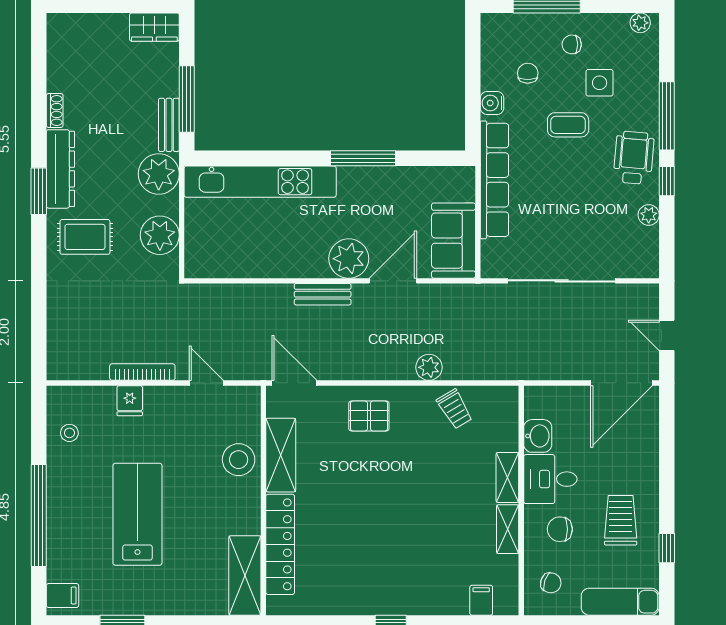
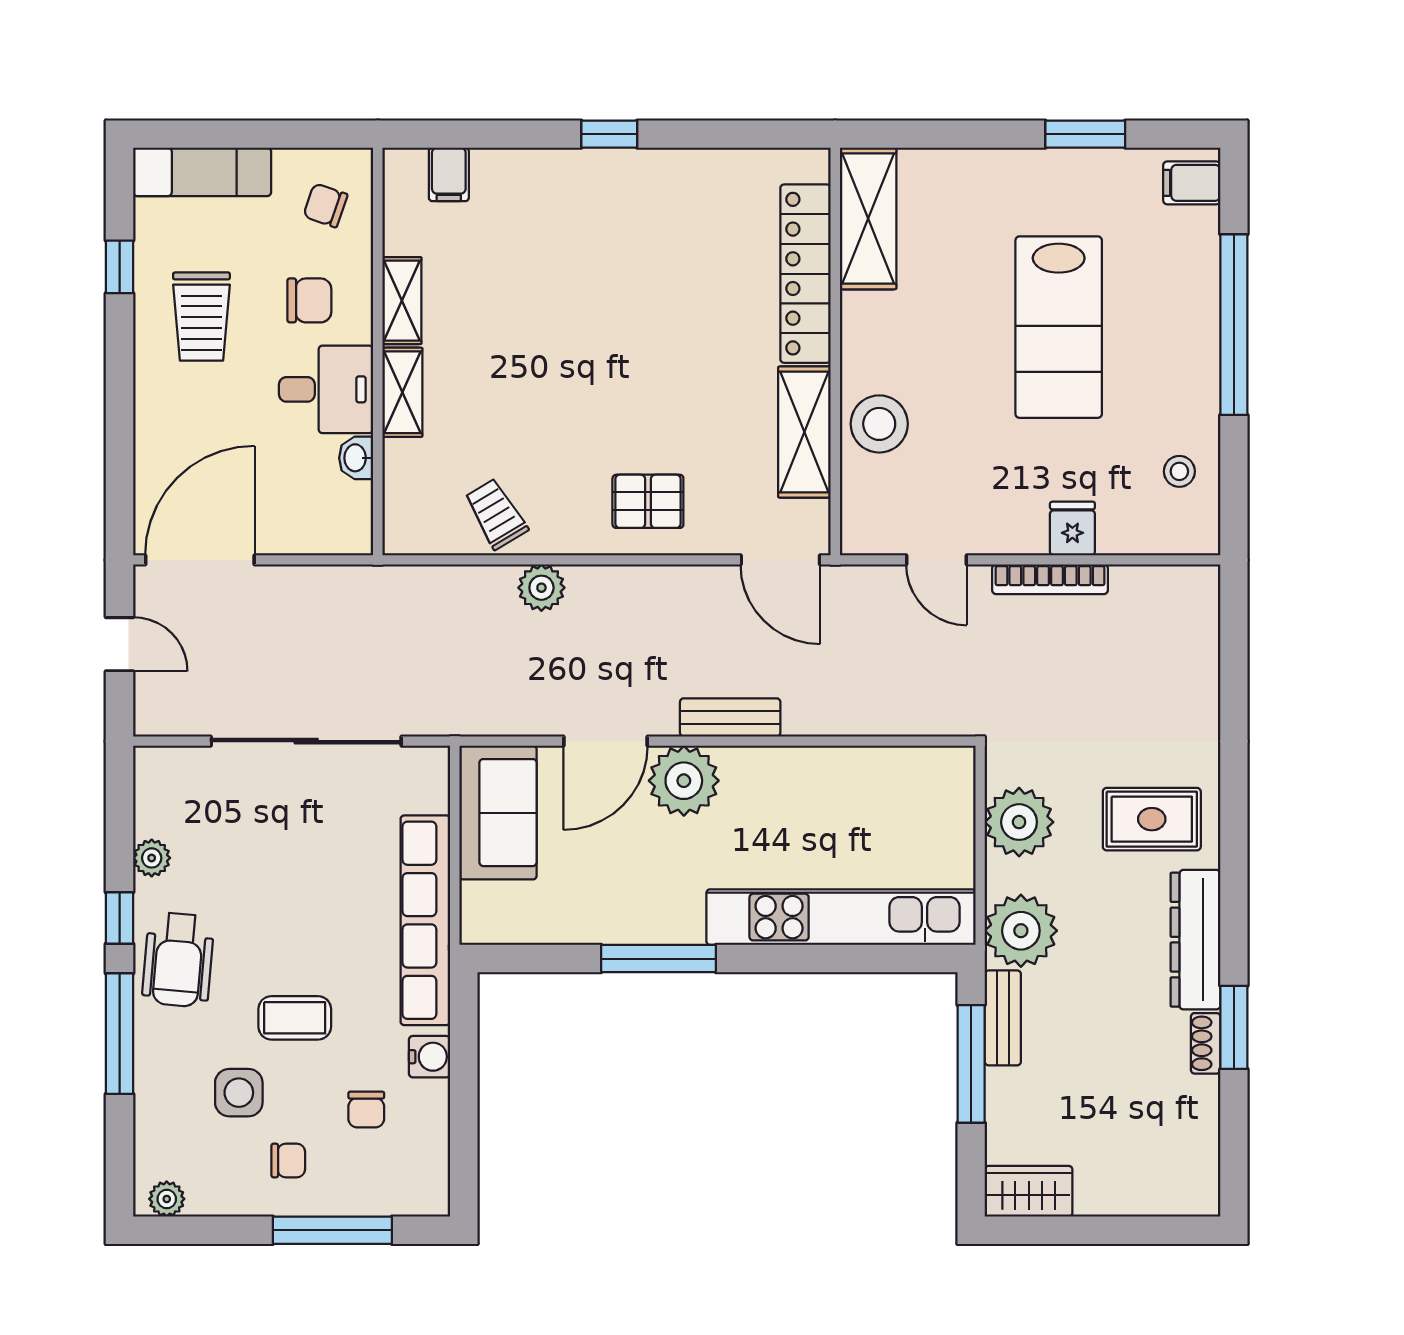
window: (39, 191) -> (1234, 1027), moved
washbasin: (538, 436) -> (356, 458), width x0.72, depth x0.69

